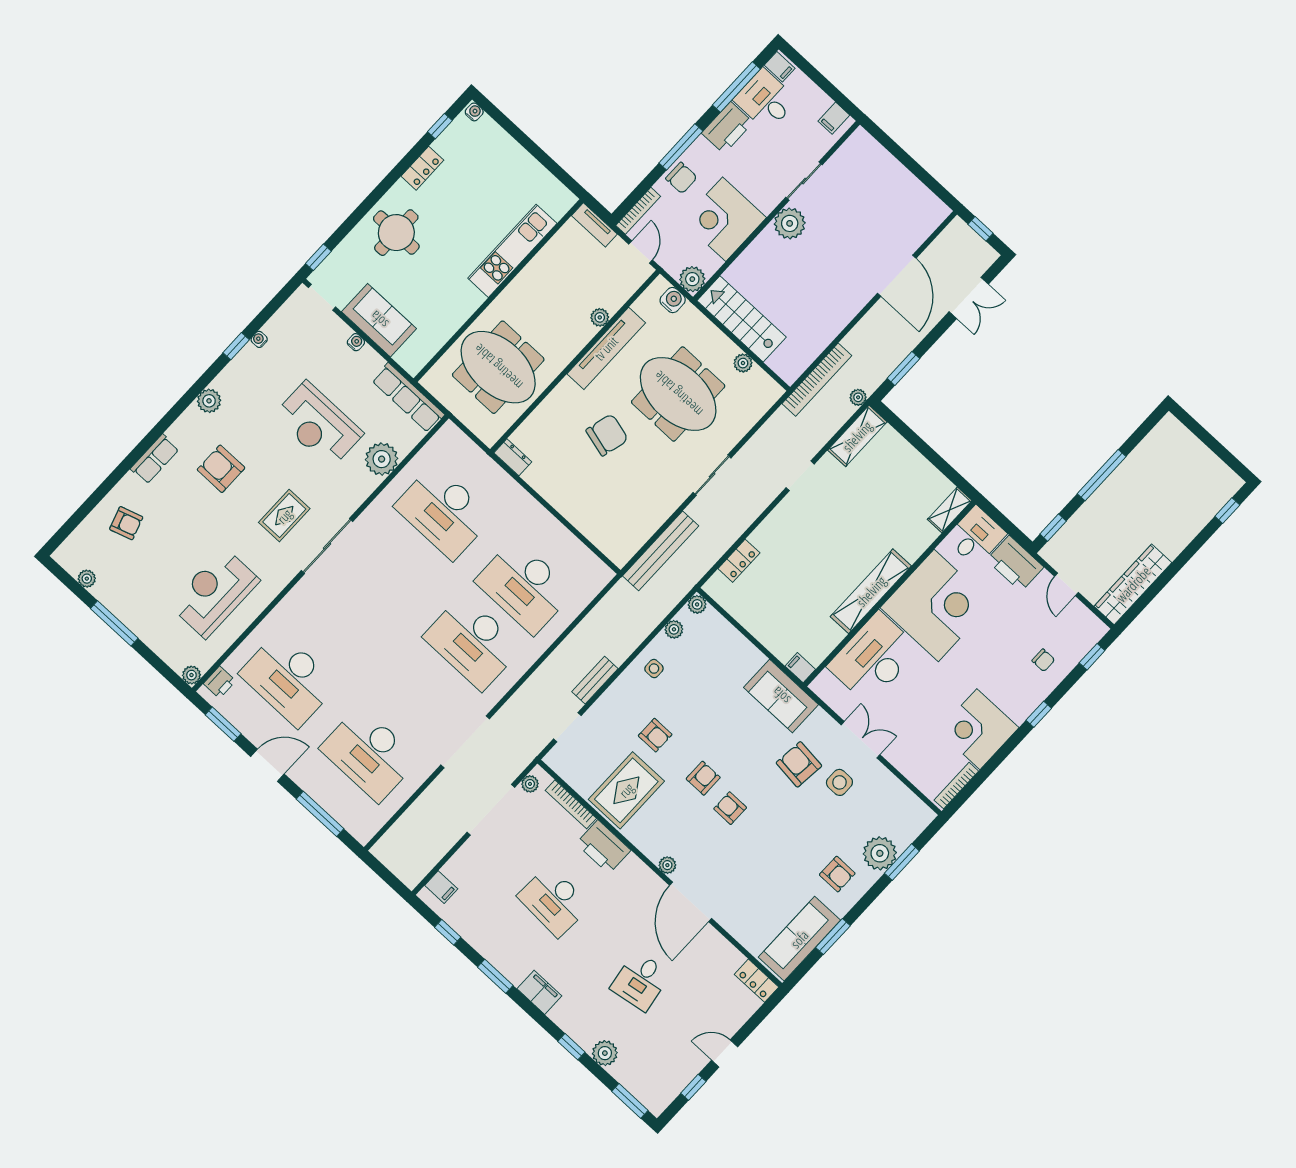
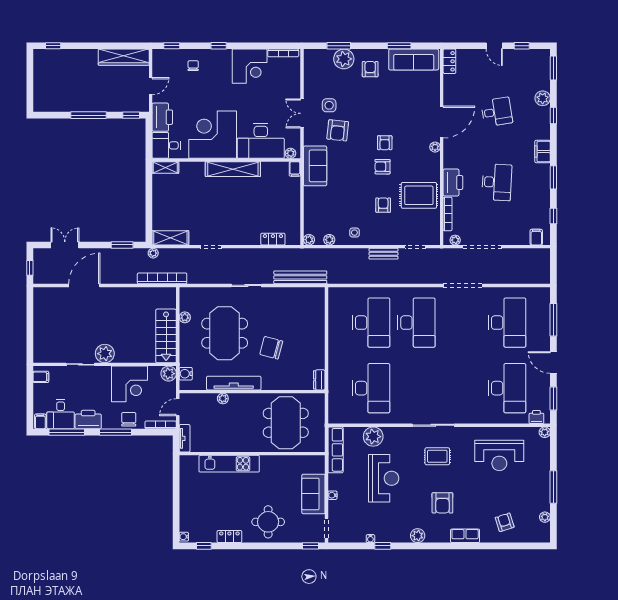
plant: (825, 680) -> (290, 153), added

